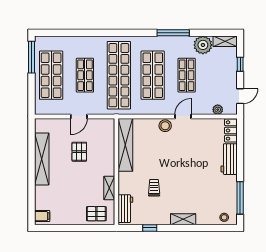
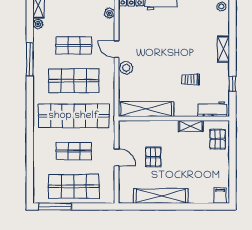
plant: (203, 45) -> (38, 24), width x0.53, depth x0.53
pallet: (79, 152) -> (153, 157), turned 90

